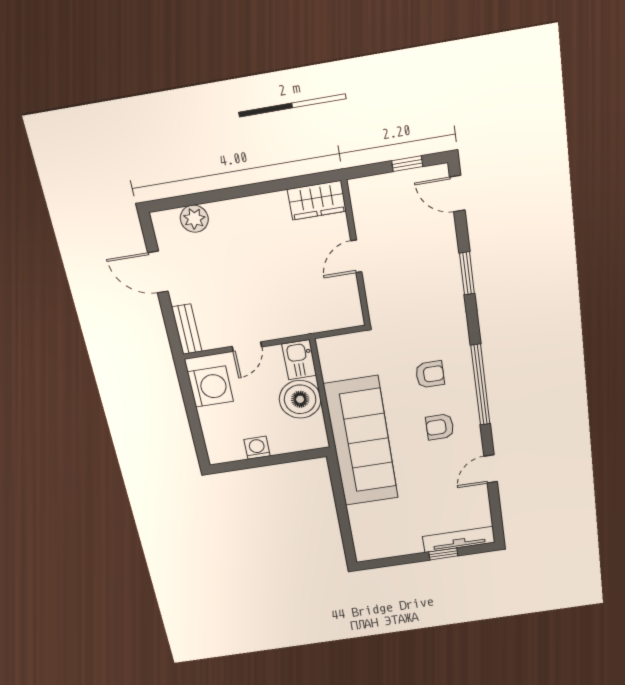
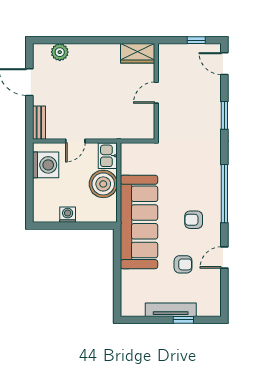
armchair: (430, 374) -> (183, 264), moved
tv unit: (459, 539) -> (171, 310), moved

